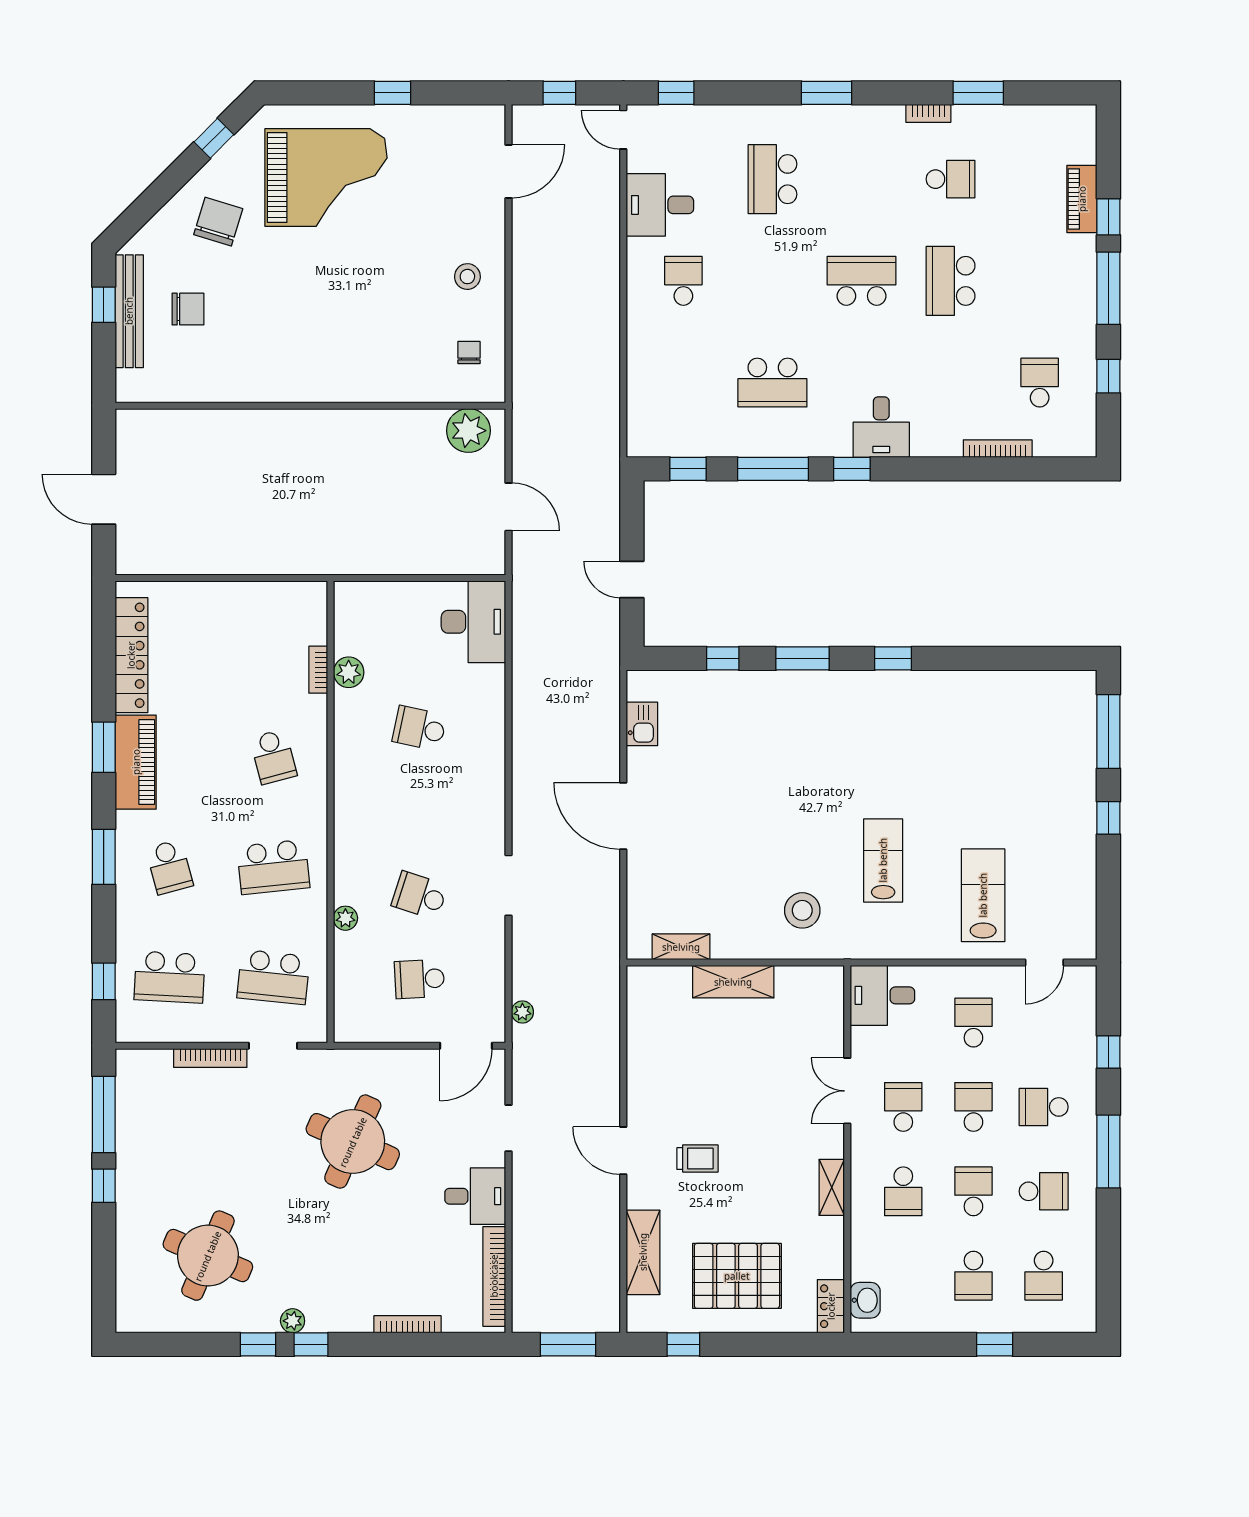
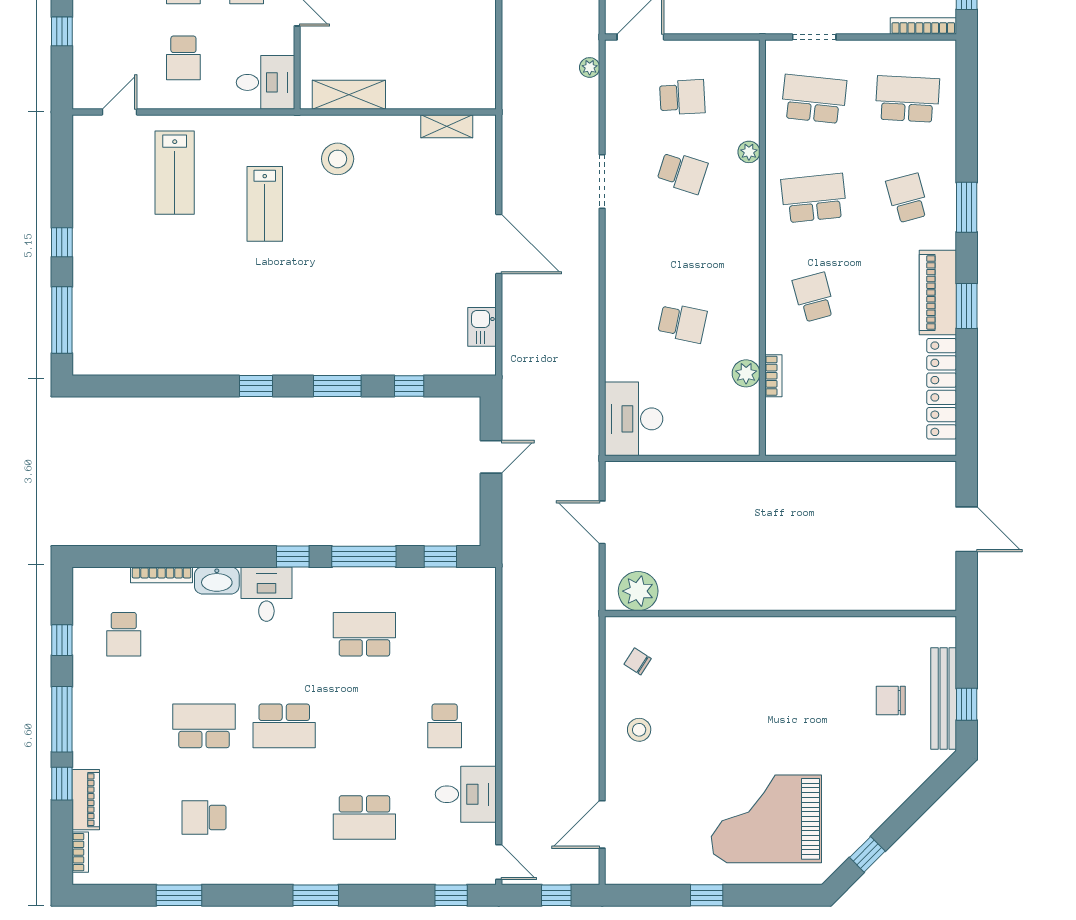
bookcase: (928, 113) -> (80, 852), moved, turned 90
school desk: (772, 179) -> (364, 818), turned 90
chair: (218, 222) -> (864, 779), removed
school desk: (951, 281) -> (204, 726), turned -90
chair: (469, 352) -> (638, 661), turned 123
washbasin: (936, 442) -> (217, 581), added
door: (632, 580) -> (491, 457), hinge flipped
window: (104, 981) -> (967, 95), removed
shelving: (733, 982) -> (349, 95), moved
bookcase: (210, 1058) -> (923, 26), moved

